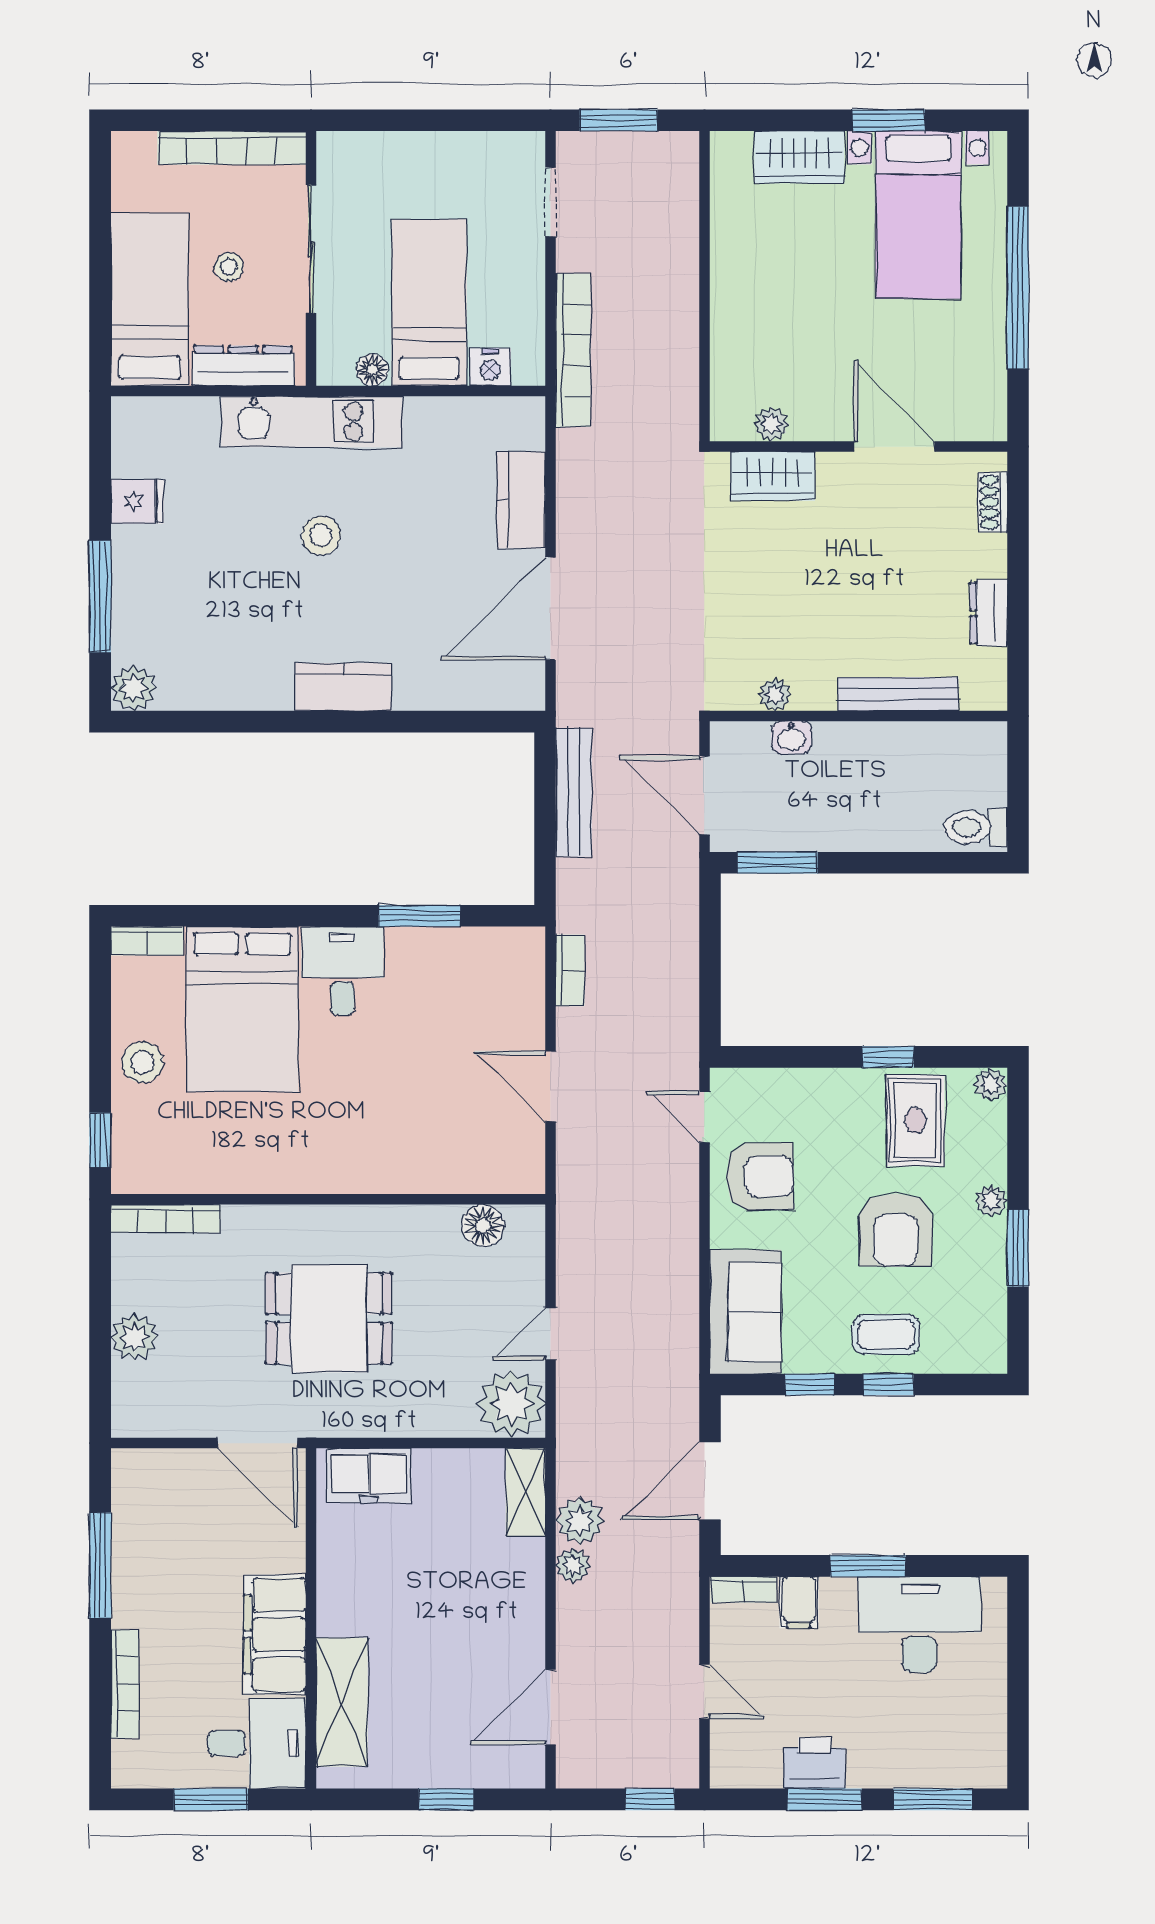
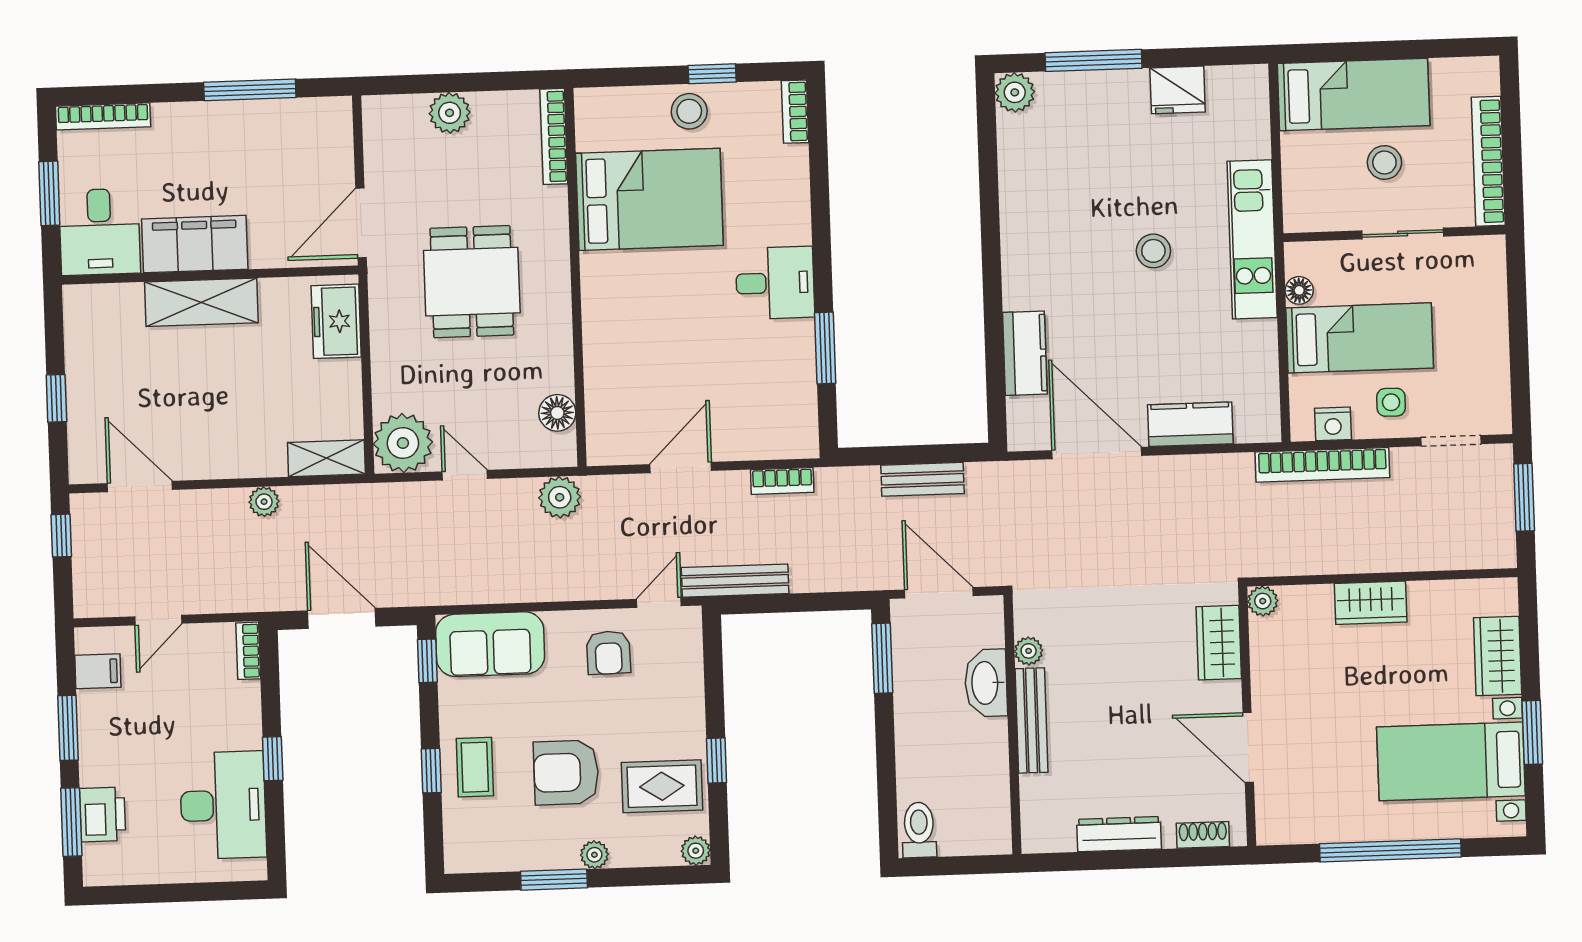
sliding door: (311, 249) -> (1403, 233), width x0.73
stool: (229, 267) -> (1384, 162), width x1.37, depth x1.37
side table: (504, 269) -> (1391, 402), added
wardrobe: (733, 300) -> (1371, 603), added
dresser: (243, 366) -> (1299, 178), removed
nightstand: (490, 367) -> (1333, 424), moved, turned -90
plant: (771, 424) -> (1263, 601), moved
door: (894, 447) -> (1248, 747), swing flipped
fridge: (137, 501) -> (1178, 90), width x1.38
dresser: (989, 613) -> (1119, 834), width x1.44
kitchen counter: (343, 687) -> (1025, 353), moved
bench: (898, 694) -> (1031, 720), moved
washbasin: (791, 737) -> (986, 683), width x1.91, depth x1.45
bench: (574, 792) -> (922, 479), width x0.73
door: (704, 795) -> (939, 593), hinge flipped
bed: (242, 1009) -> (649, 199), moved, turned 180
bench: (682, 1028) -> (735, 581), added
window: (100, 1140) -> (712, 74), moved
armchair: (760, 1177) -> (608, 653), width x0.72, depth x0.72
window: (810, 1385) -> (427, 661), moved
plant: (580, 1521) -> (560, 497), moved
window: (868, 1566) -> (273, 759), width x0.67
filing cabinet: (799, 1602) -> (98, 671), moved, turned 180
bookcase: (125, 1684) -> (103, 116), moved
shelving: (342, 1702) -> (201, 302), moved
printer: (815, 1763) -> (103, 814), moved
window: (650, 1799) -> (61, 536), moved

